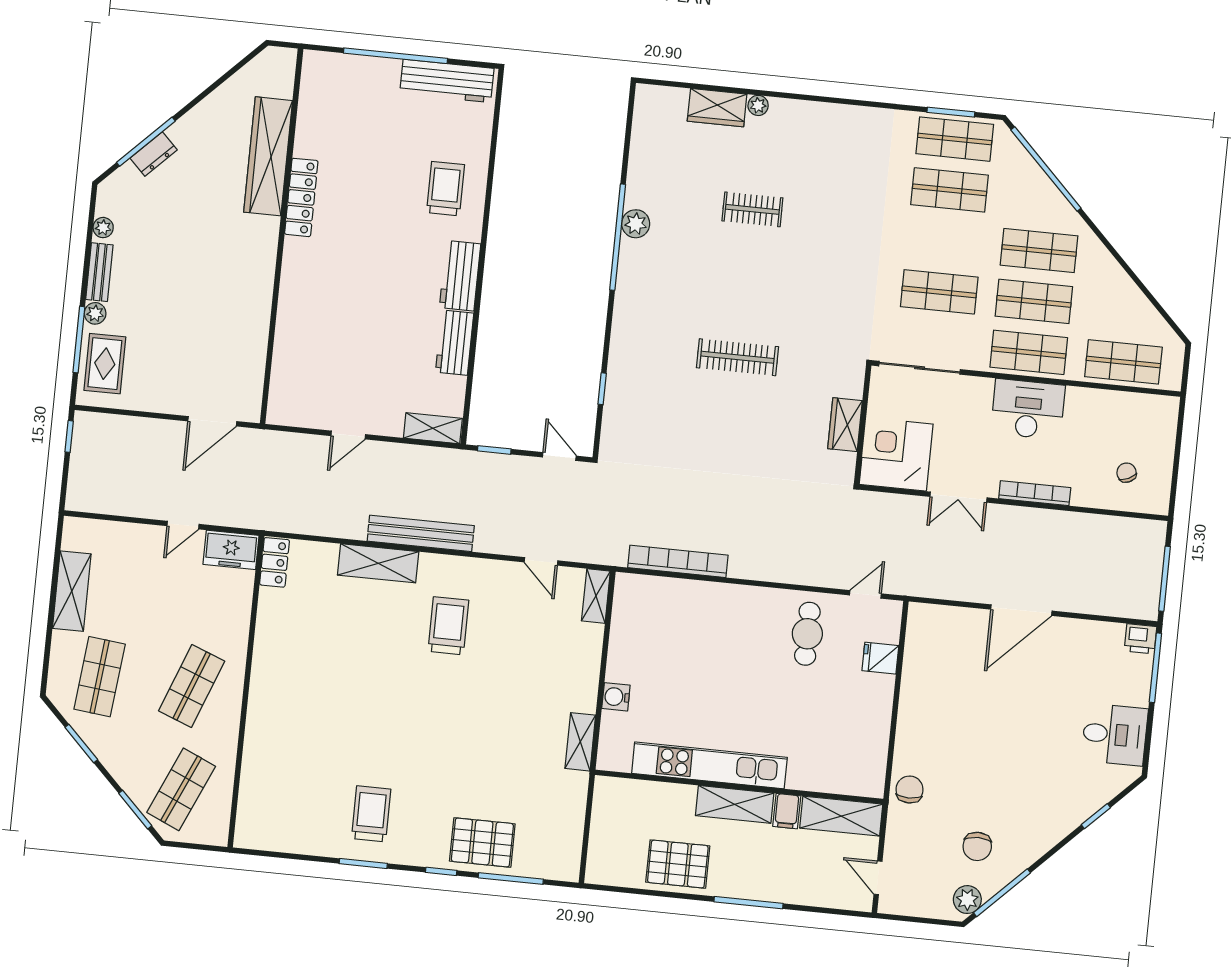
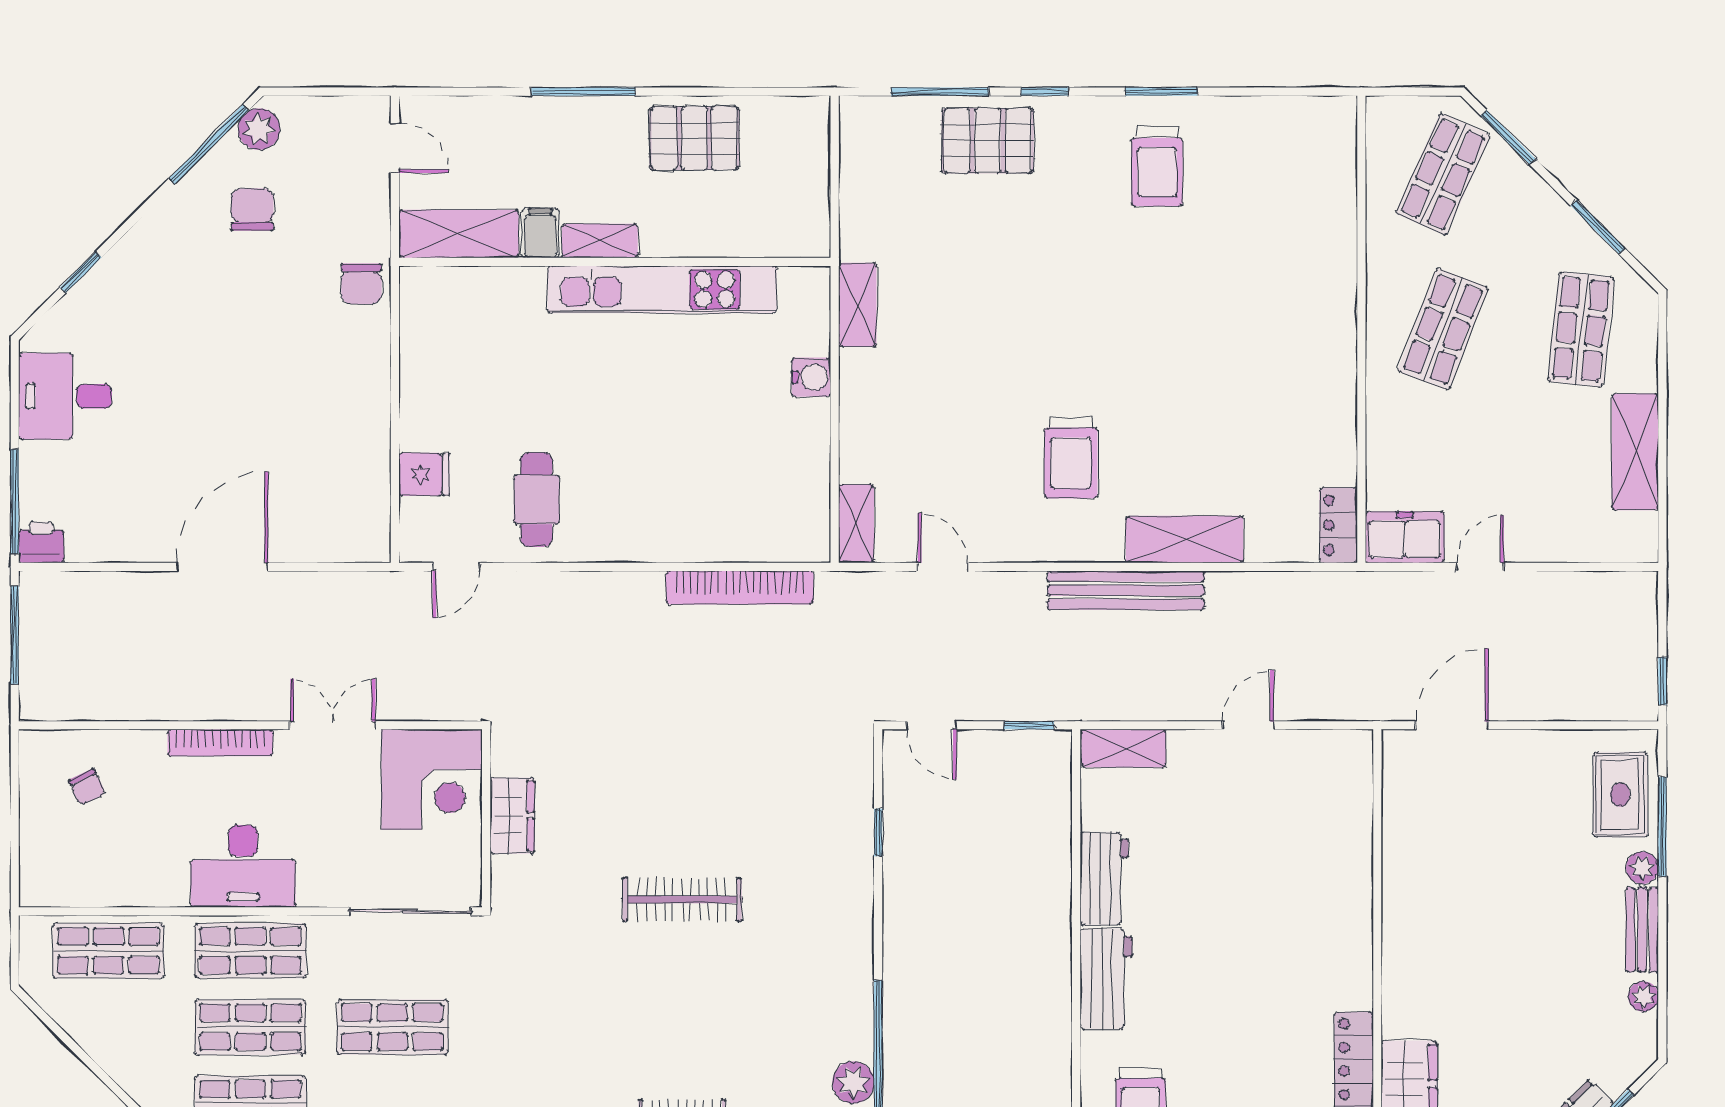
shelving: (735, 804) -> (600, 241), width x0.67, depth x0.75

